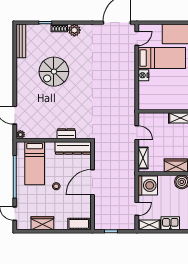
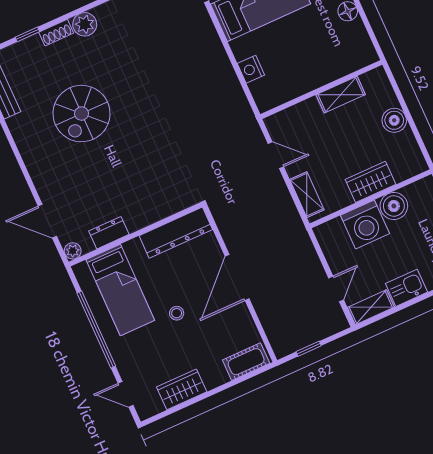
nightstand: (143, 75) -> (251, 69), moved
dresser: (66, 134) -> (109, 233), moved
washing machine: (148, 185) -> (365, 224), moved, turned 90

